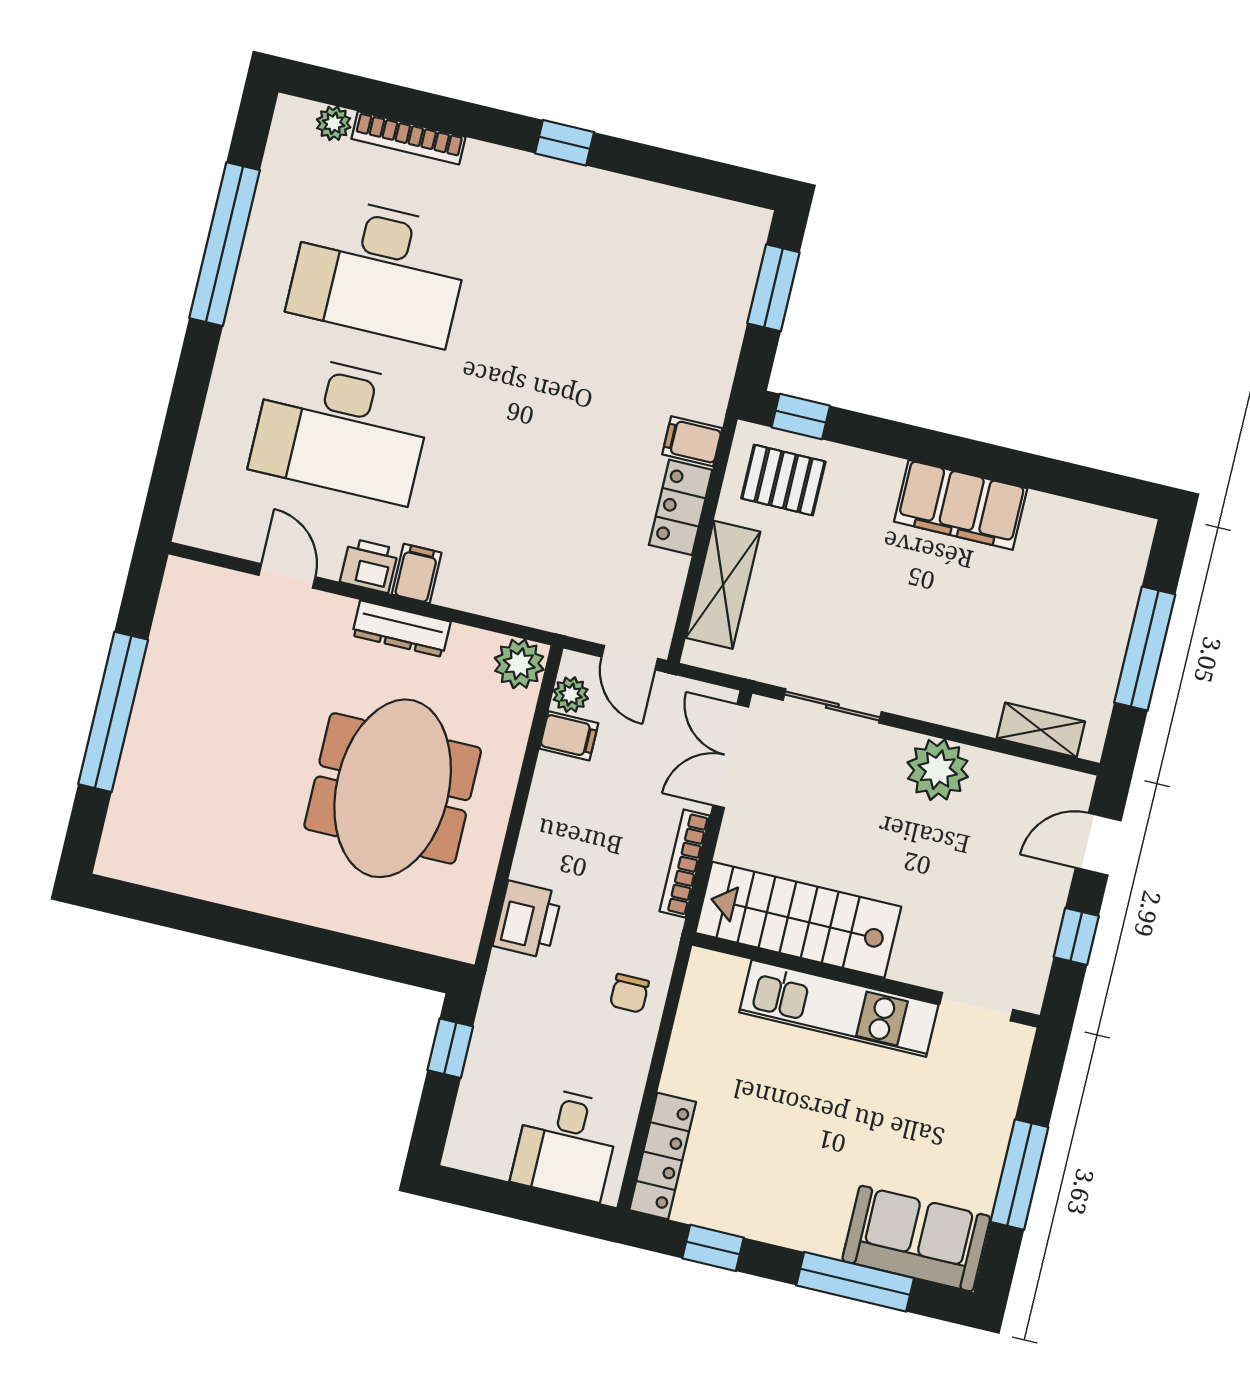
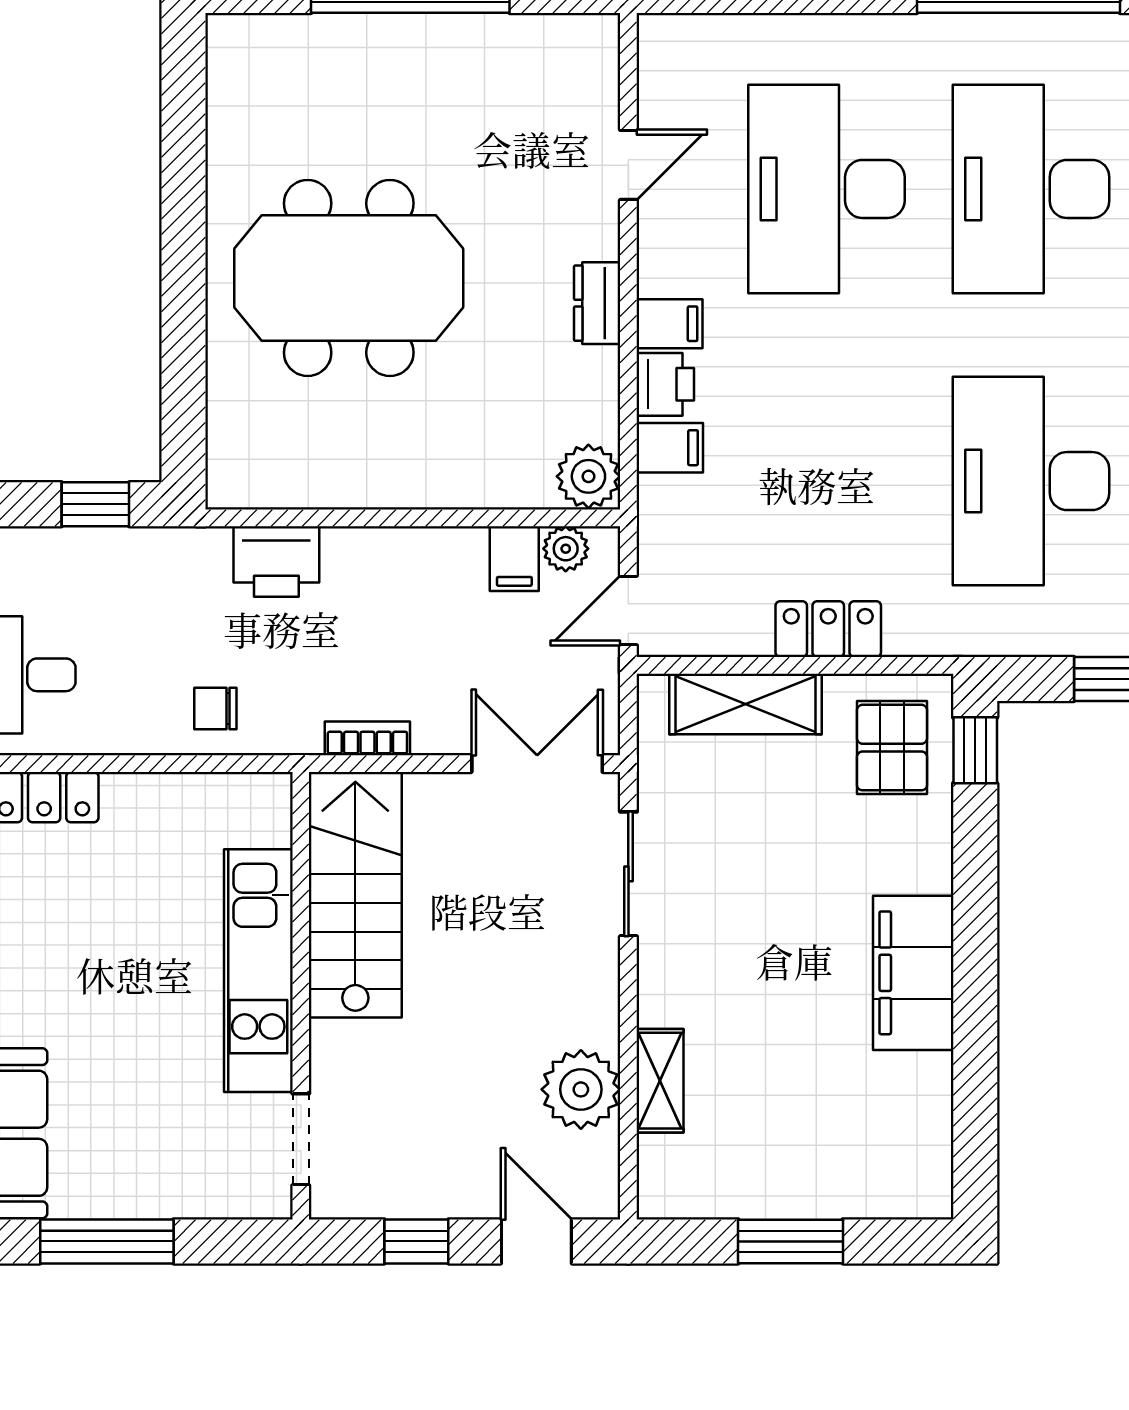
desk: (604, 324) -> (1031, 481), added
filing cabinet: (692, 441) -> (670, 448), moved, turned 90
printer: (369, 566) -> (665, 384), moved
dresser: (401, 629) -> (597, 303), width x0.70
window: (1145, 649) -> (791, 1241), width x0.69
shelving: (1041, 730) -> (660, 1081), moved
plant: (938, 770) -> (581, 1089), moved
meeting table: (393, 788) -> (349, 278), moved
bookcase: (685, 864) -> (367, 738), width x0.64

